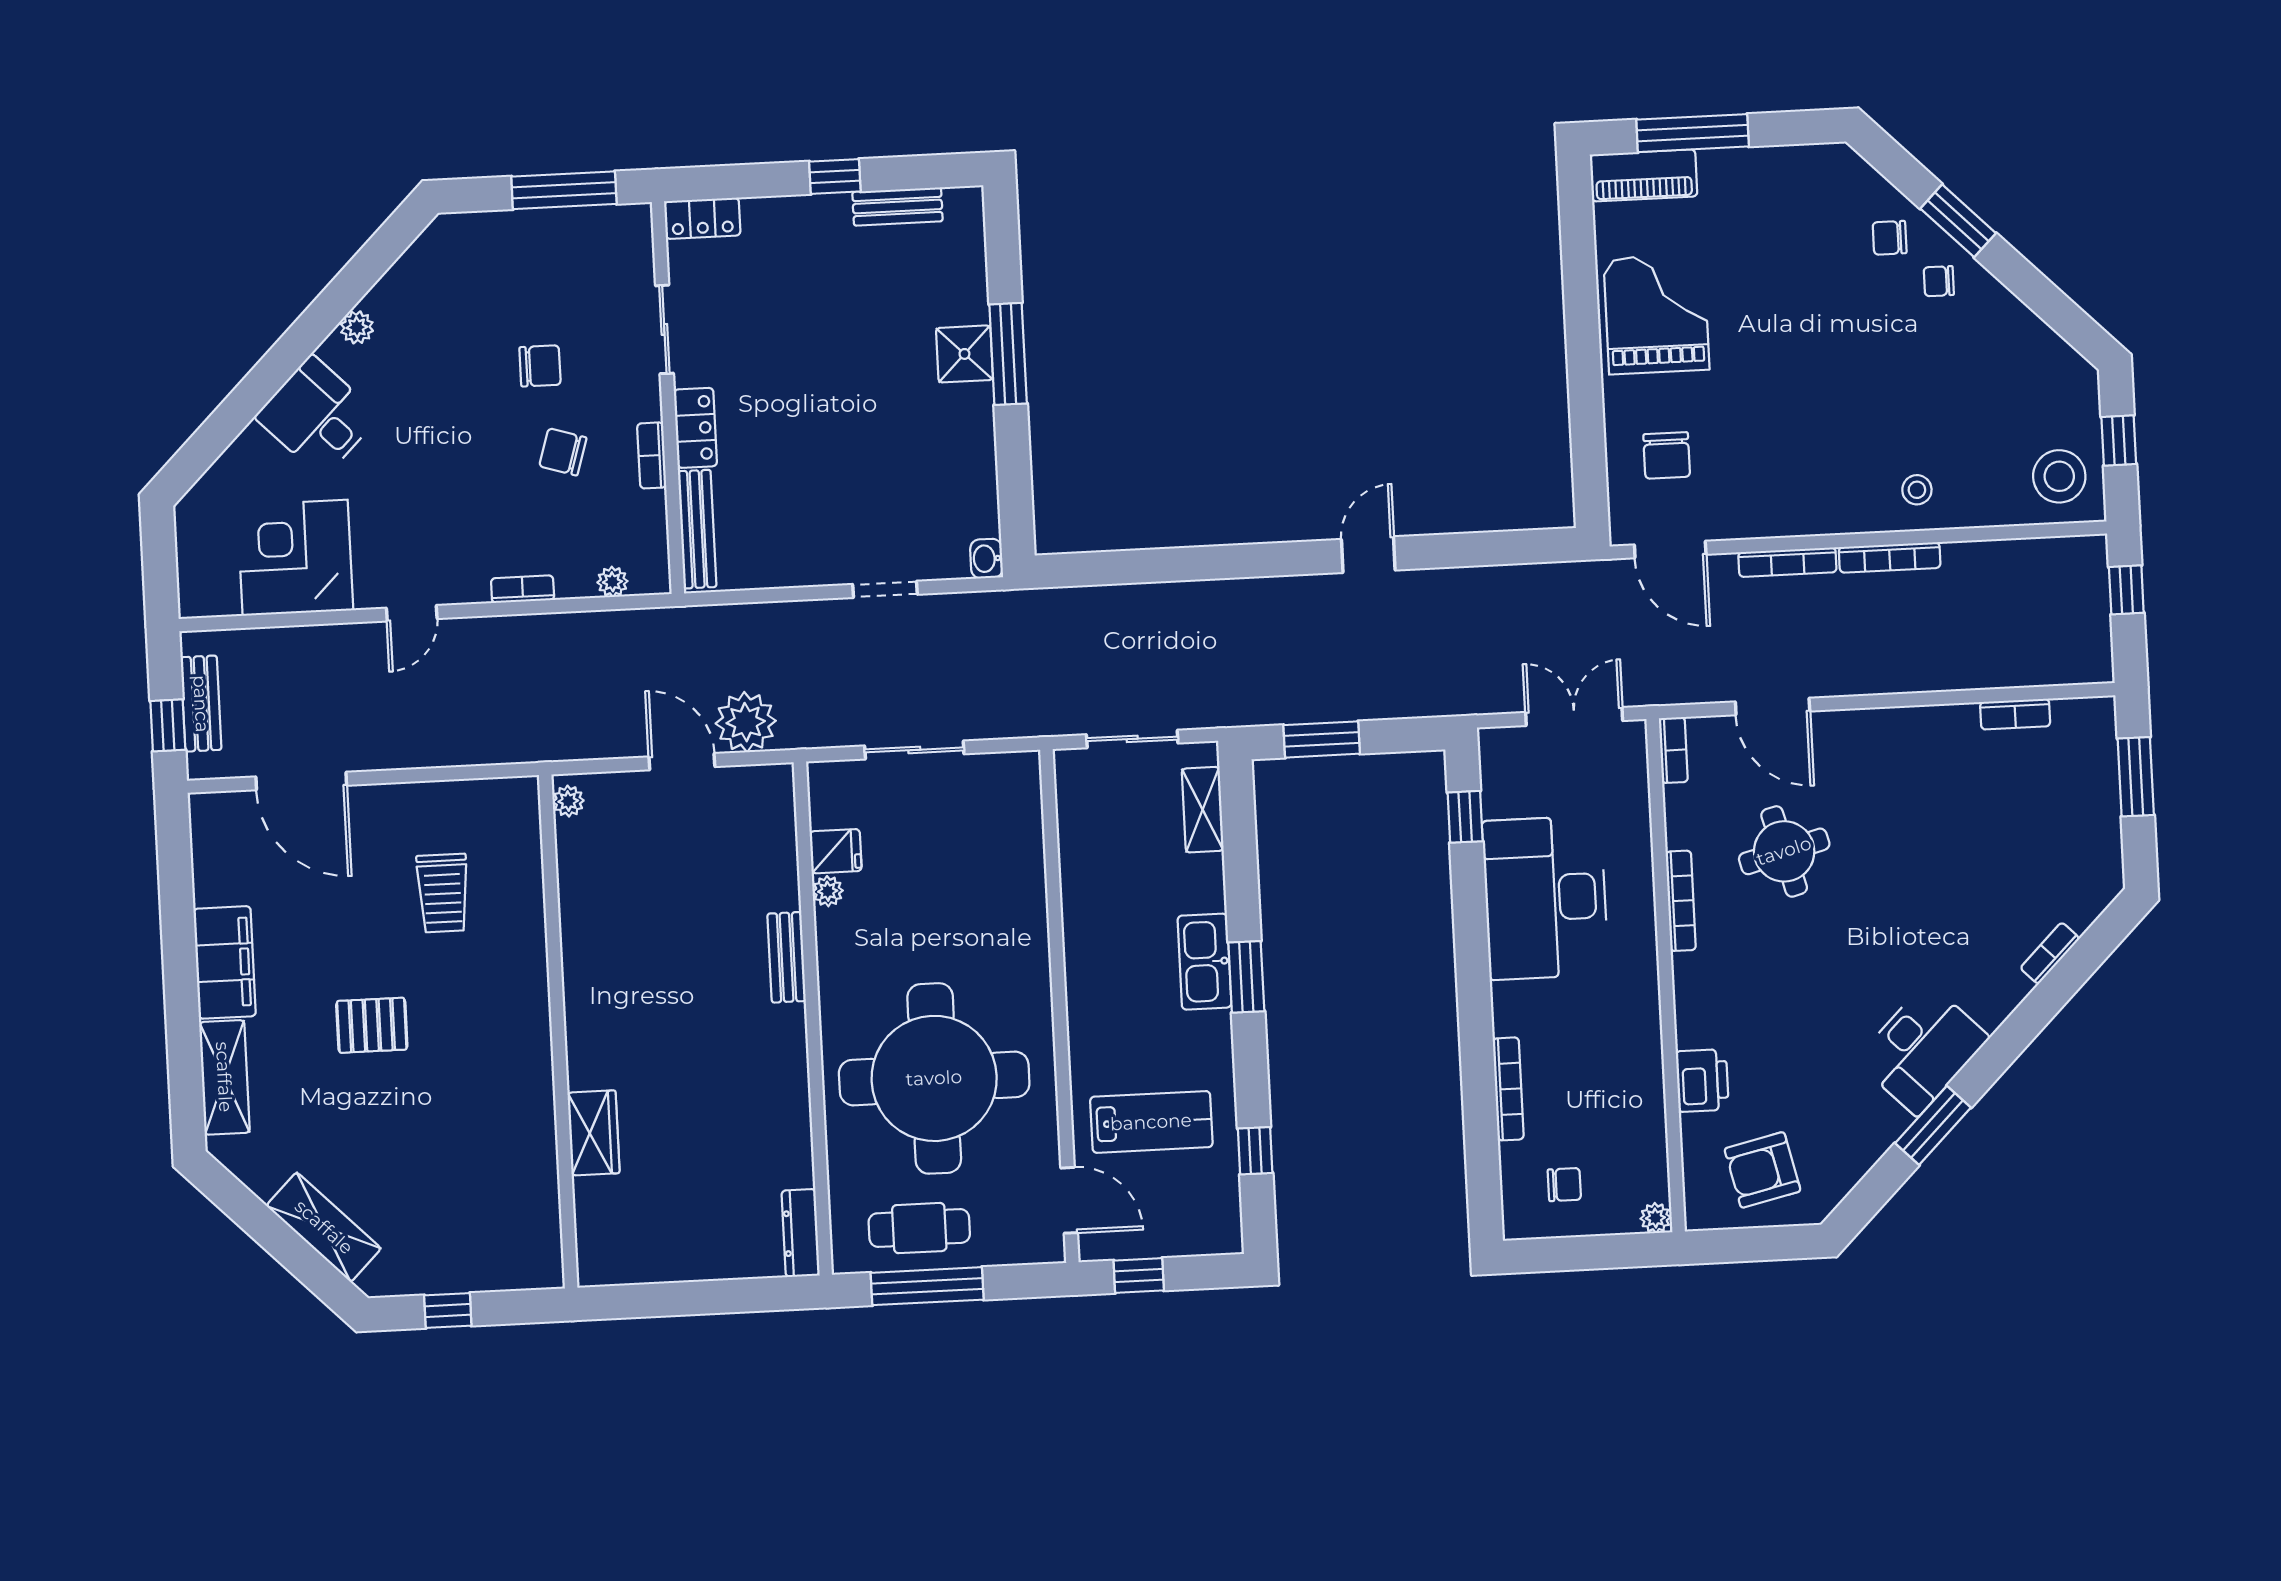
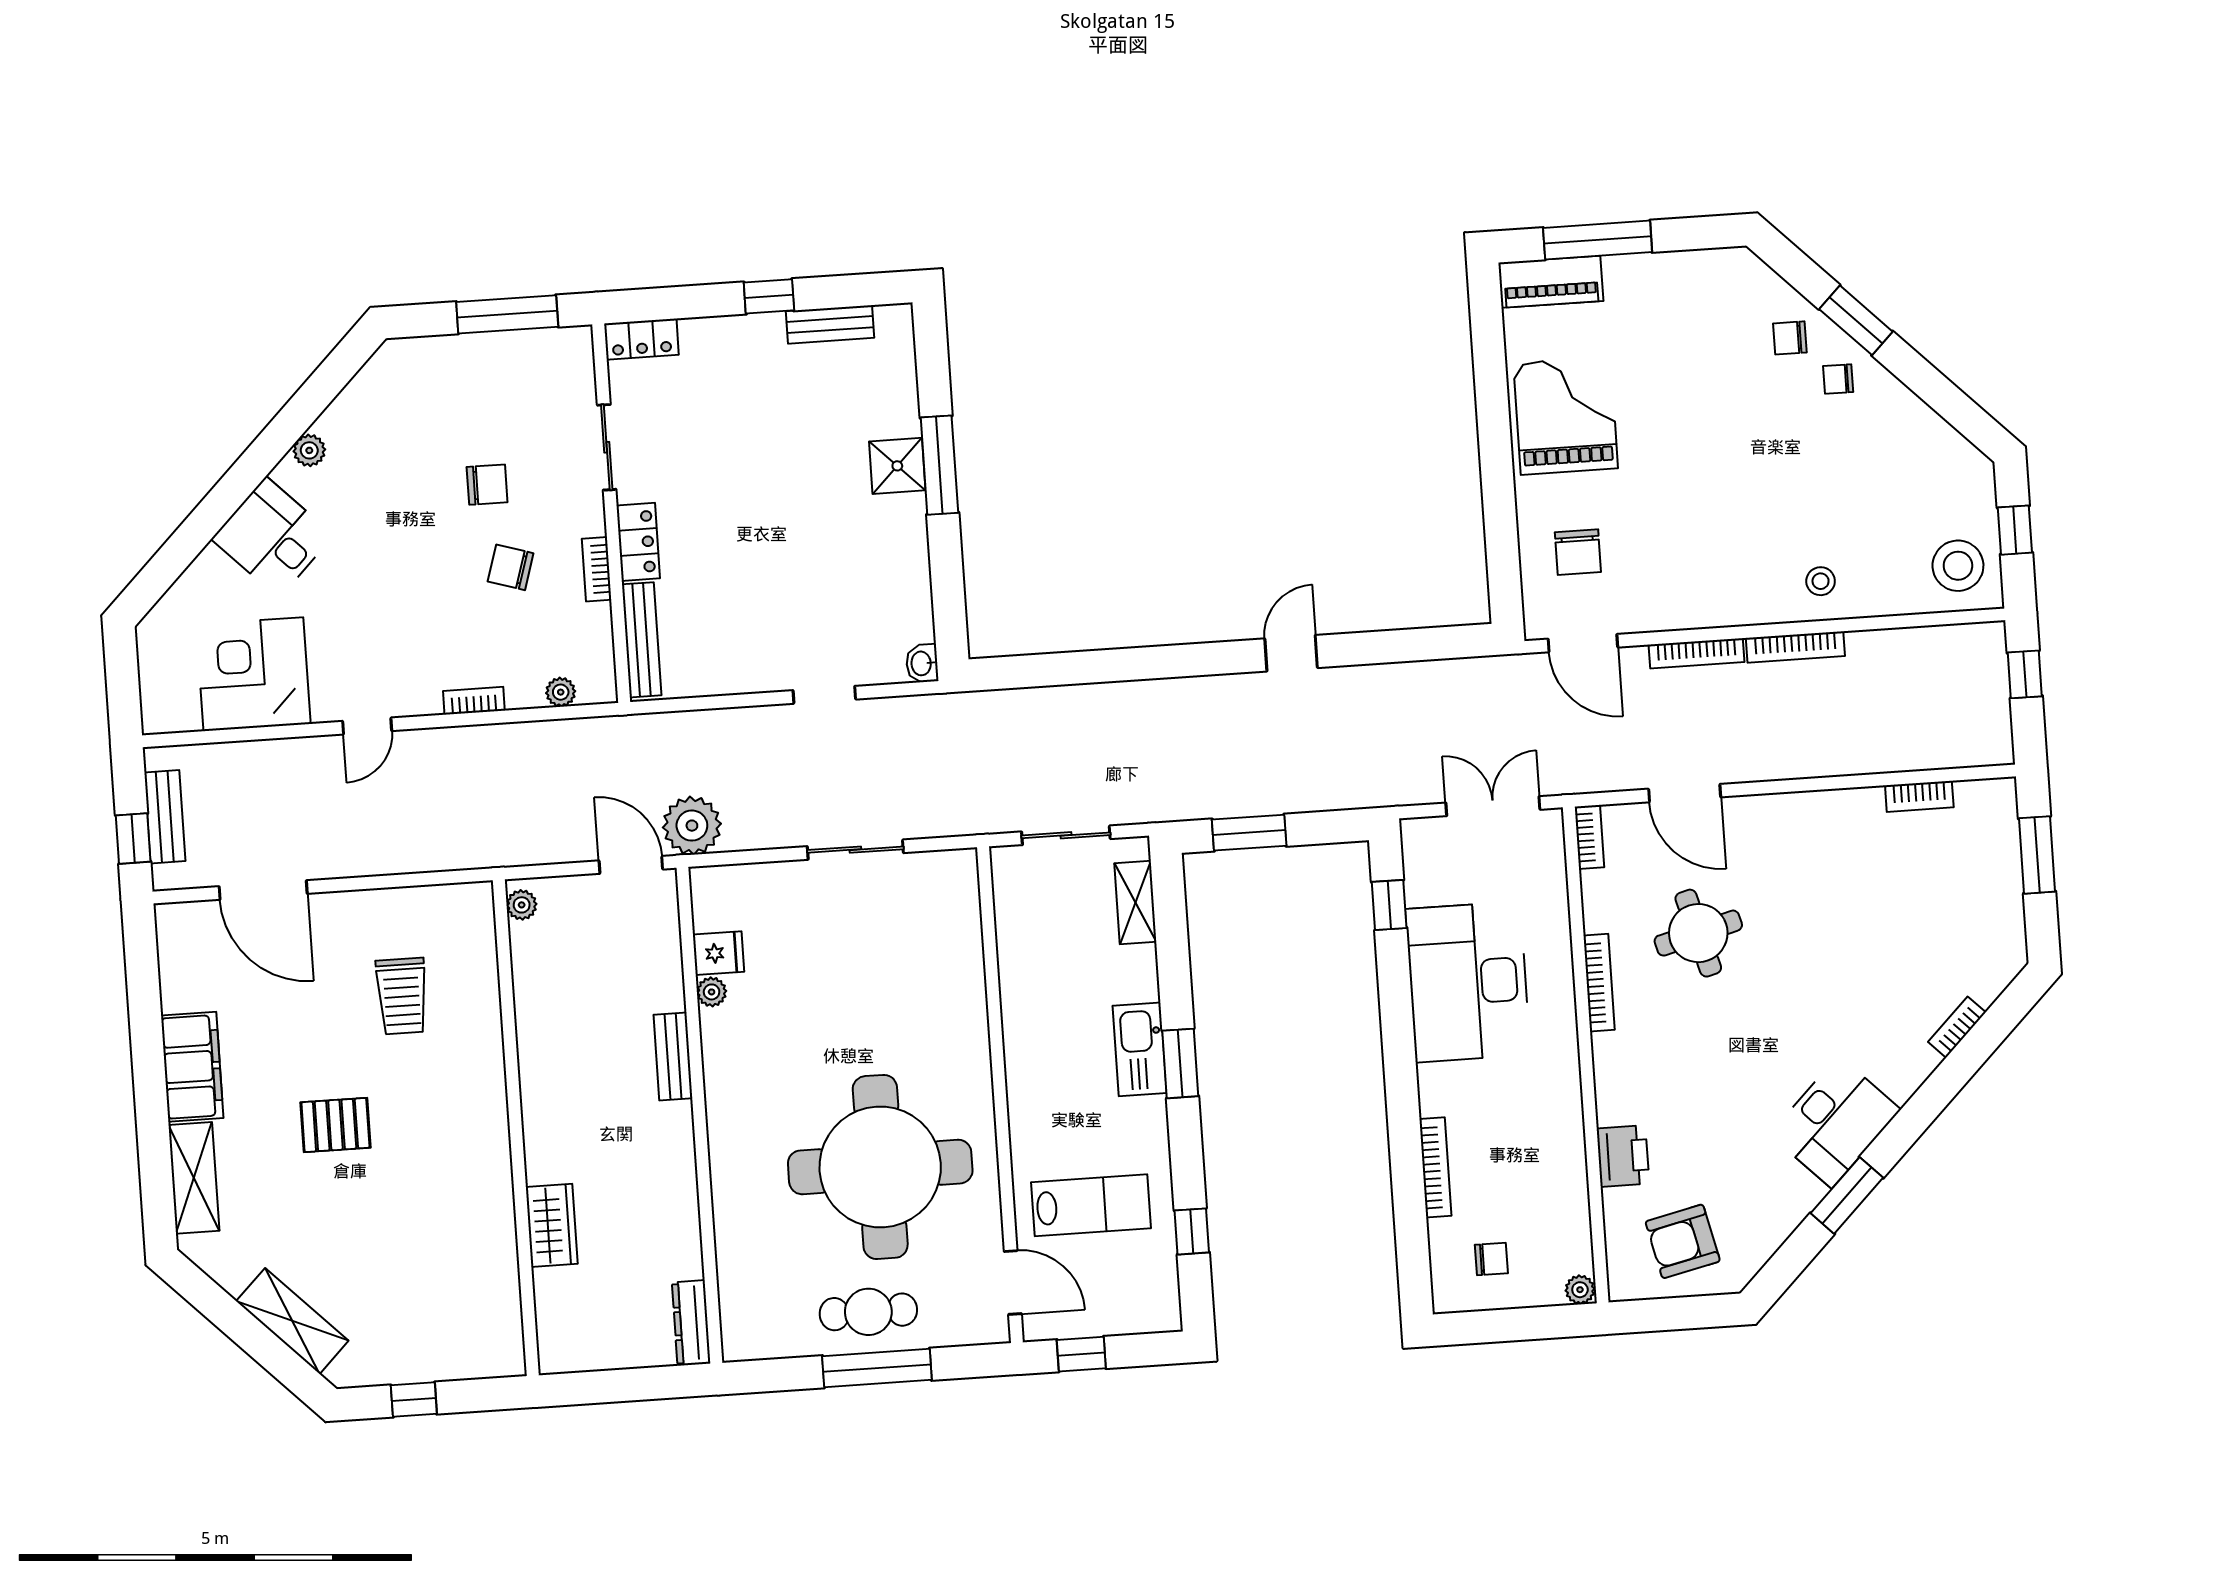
fridge: (836, 851) -> (719, 953), moved
plant: (828, 891) -> (712, 992), moved
bench: (787, 957) -> (673, 1057), moved
wall: (813, 1018) -> (699, 1115), moved
dresser: (801, 1233) -> (691, 1323), moved

